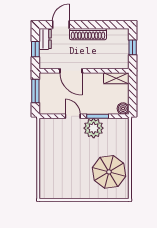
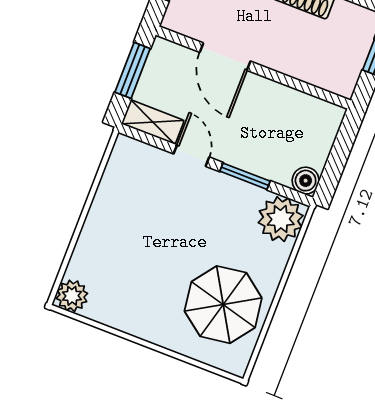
shelving: (116, 78) -> (153, 122), moved
plant: (94, 128) -> (281, 219), moved
plant: (46, 192) -> (72, 296), added

